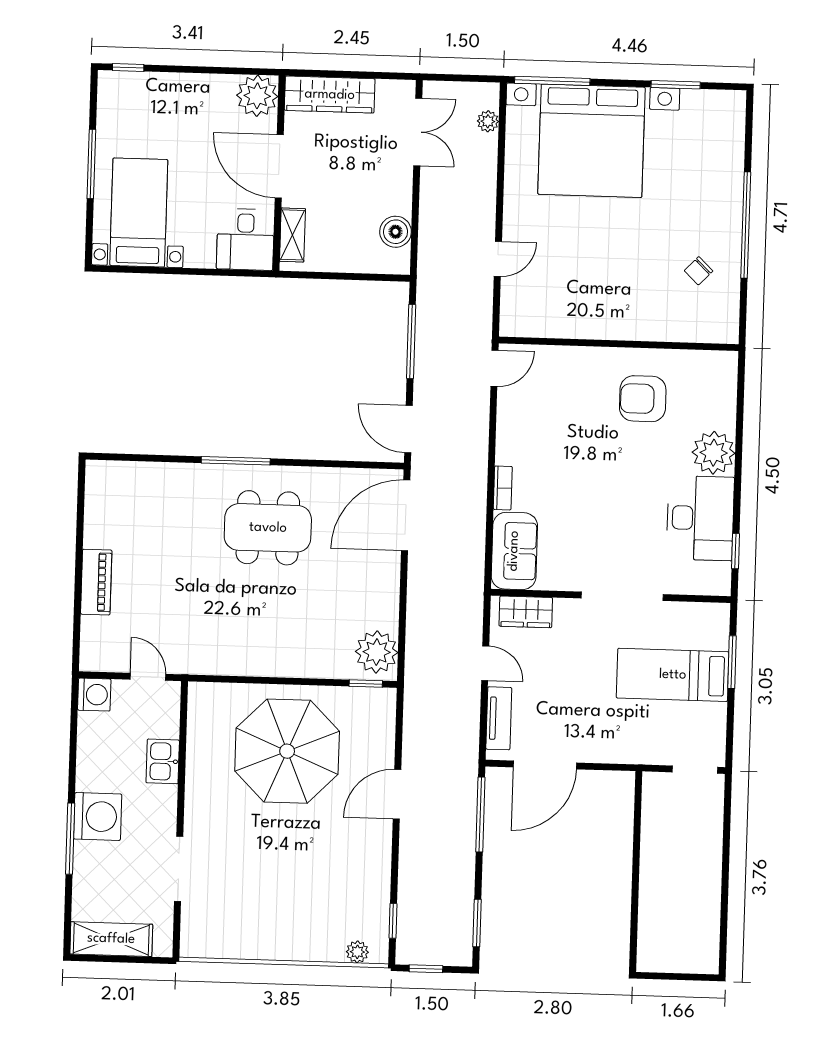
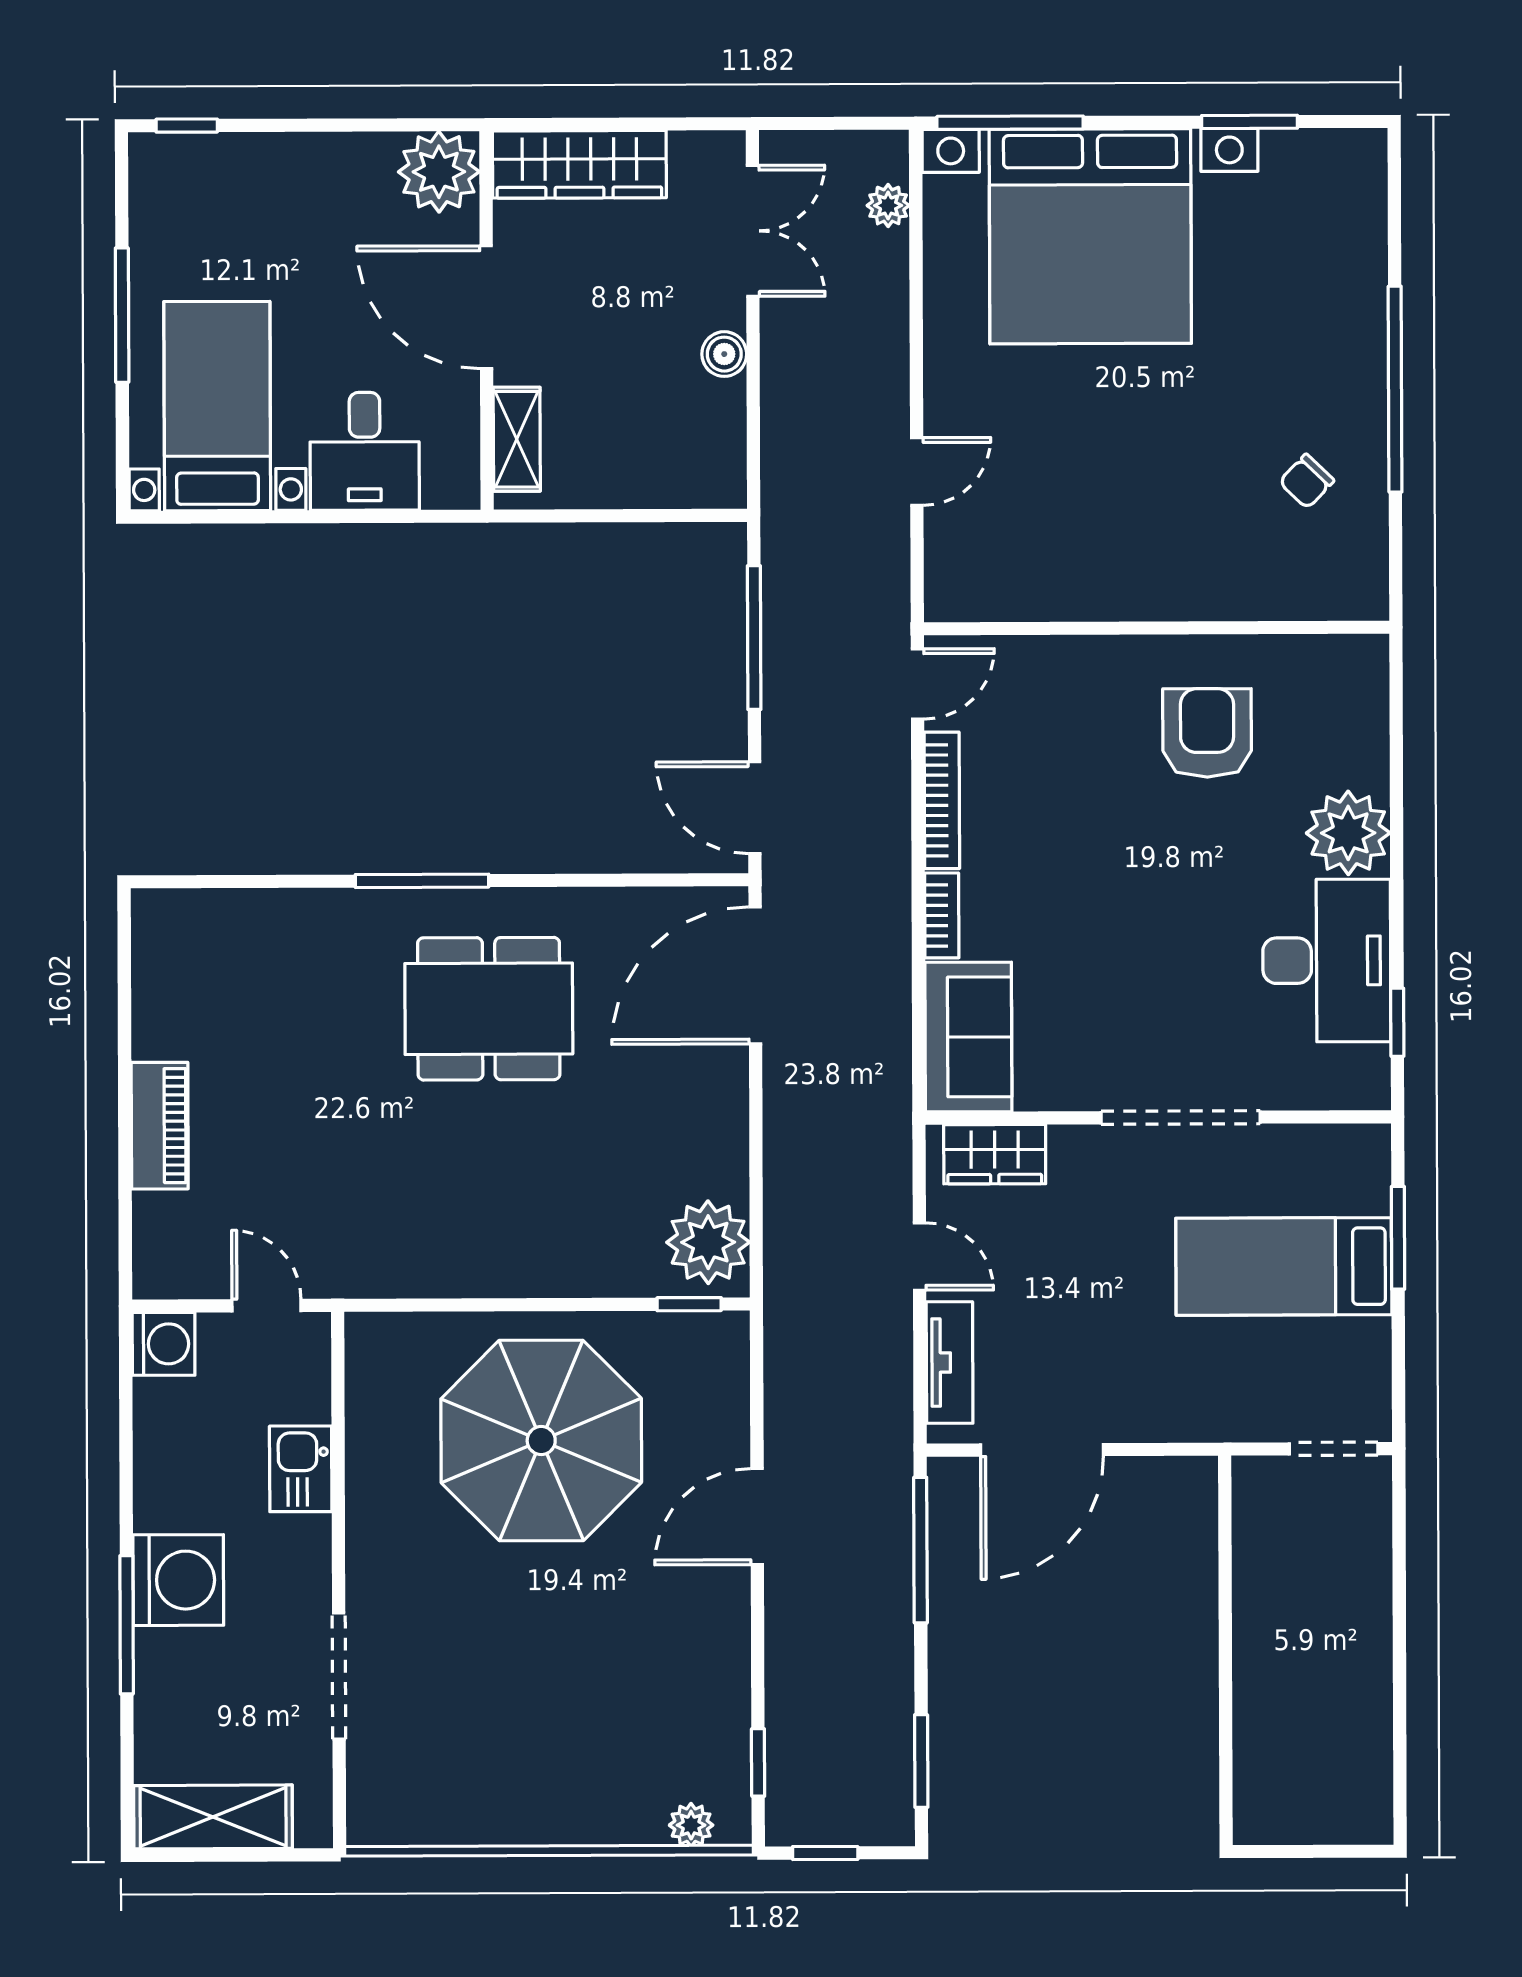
boiler: (396, 232) -> (724, 354), moved, width x0.73, depth x0.73
desk: (245, 239) -> (365, 451), moved
armchair: (643, 399) -> (1207, 733), turned 90
bookcase: (505, 429) -> (942, 800), added

